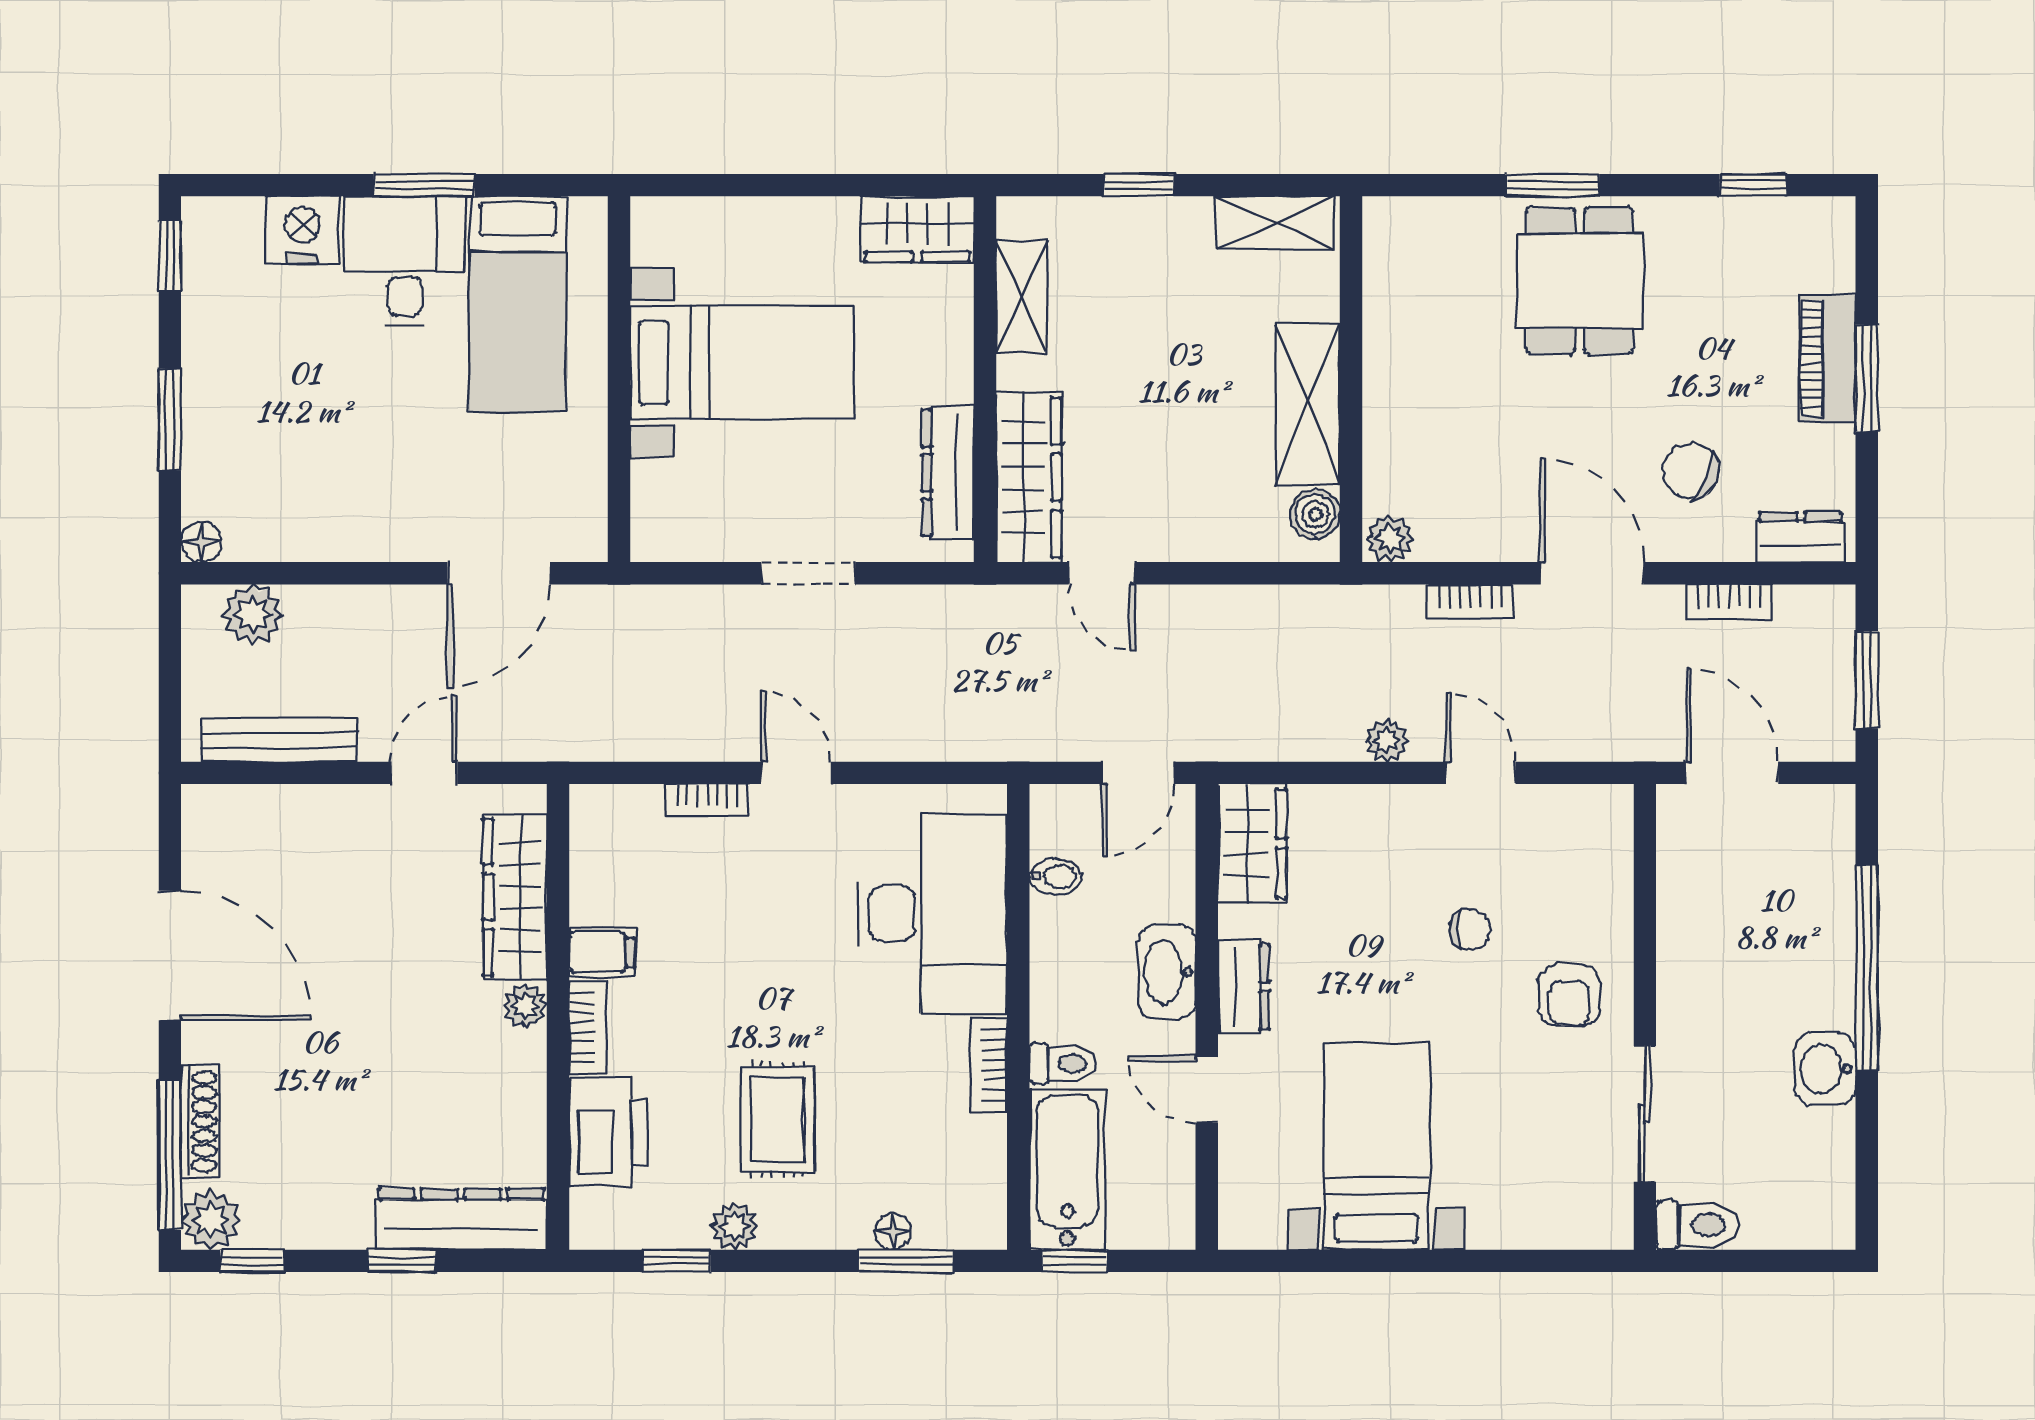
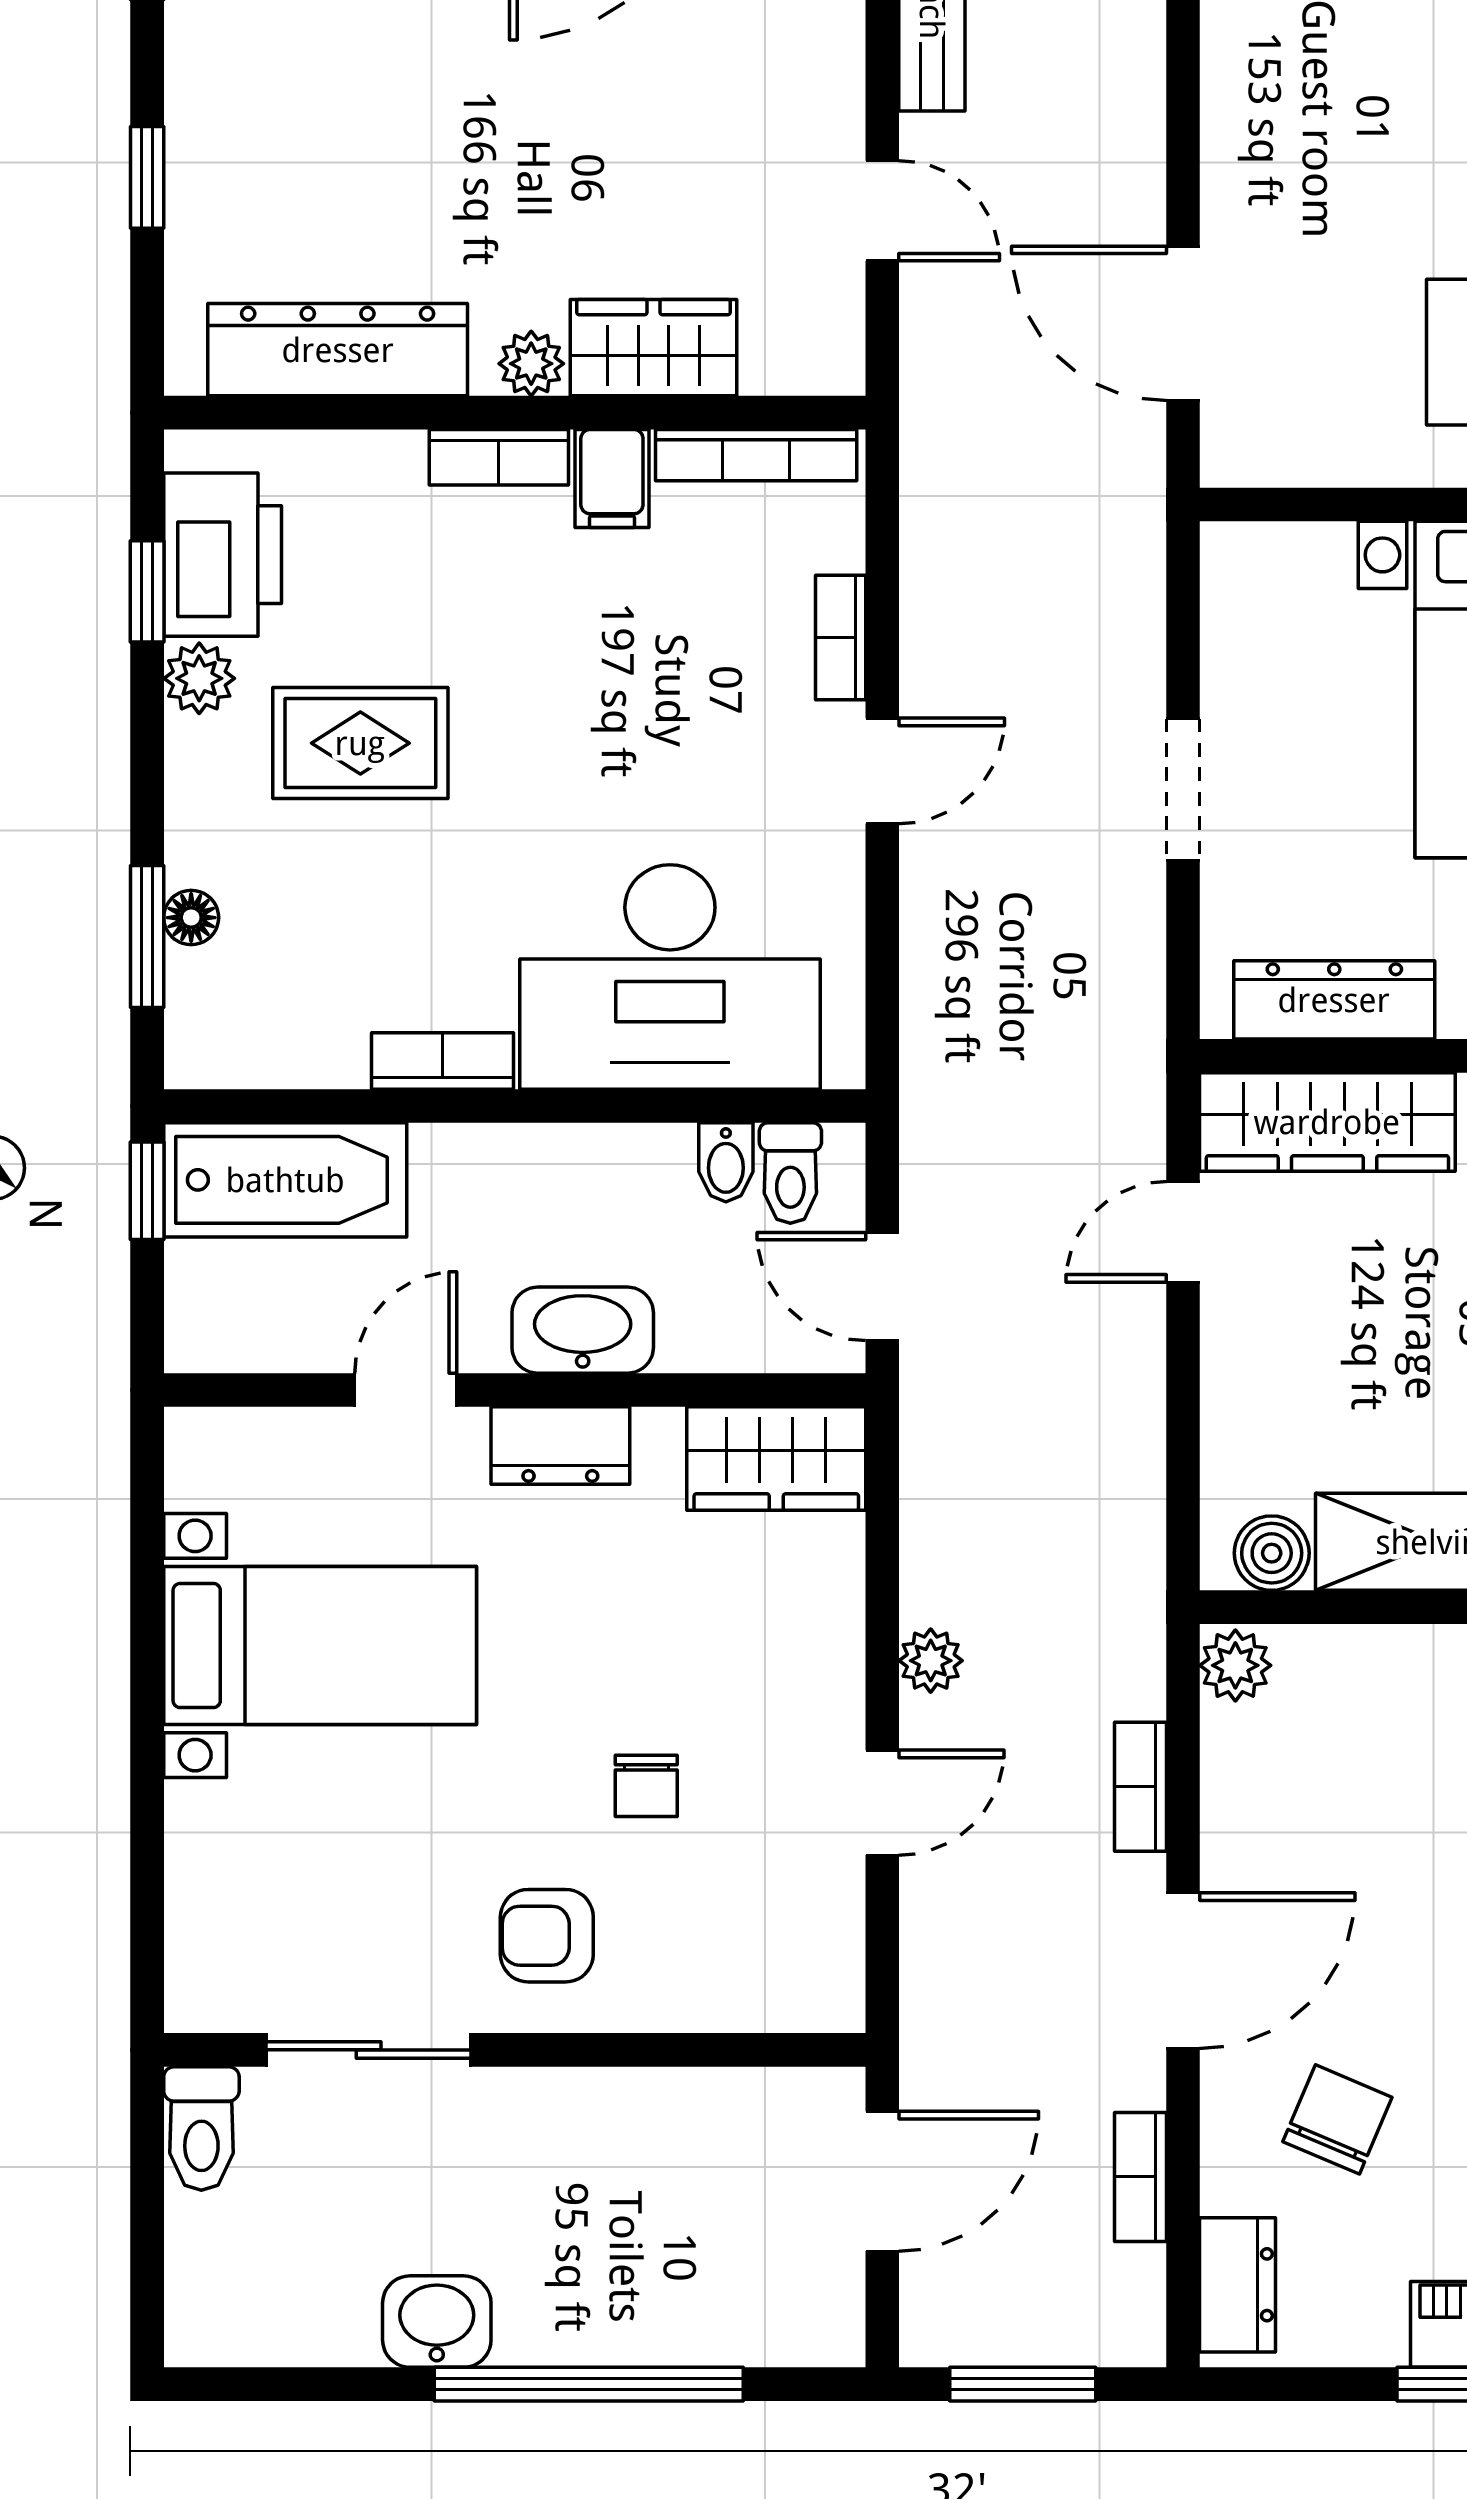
bookcase: (586, 857) -> (756, 455), added
wardrobe: (515, 897) -> (654, 348), width x0.67
toilet: (1063, 1064) -> (790, 1173), moved
printer: (608, 1132) -> (223, 555), moved, turned -90
dresser: (461, 1219) -> (338, 350), moved, turned -90

